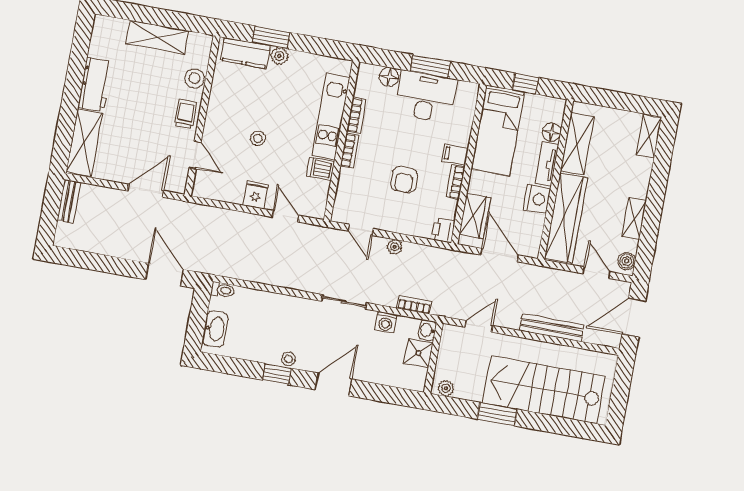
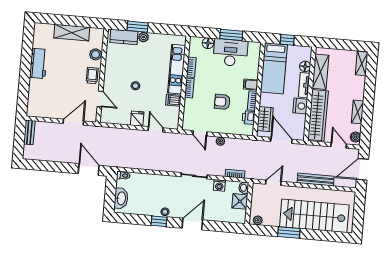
shelving: (84, 143) -> (35, 98), removed
armchair: (404, 180) -> (222, 102), turned 90
printer: (443, 230) -> (249, 118), moved

